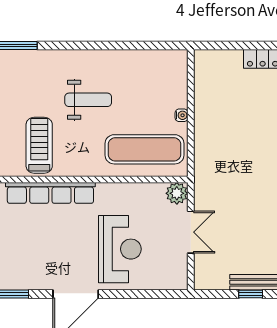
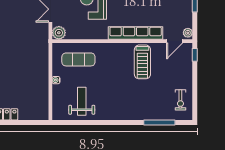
weight bench: (88, 100) -> (82, 101), moved, turned 90
exercise mat: (144, 149) -> (78, 59), width x0.73, depth x0.69

